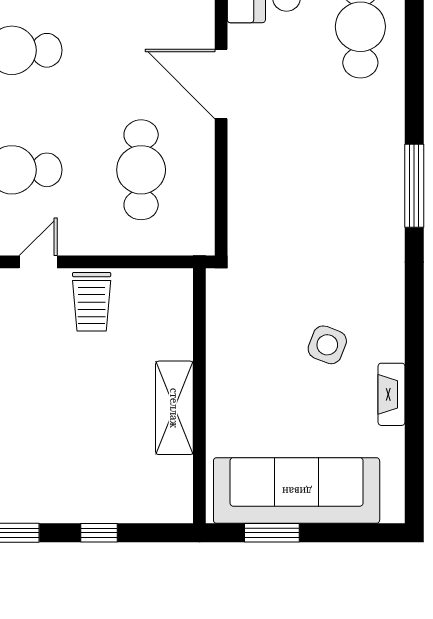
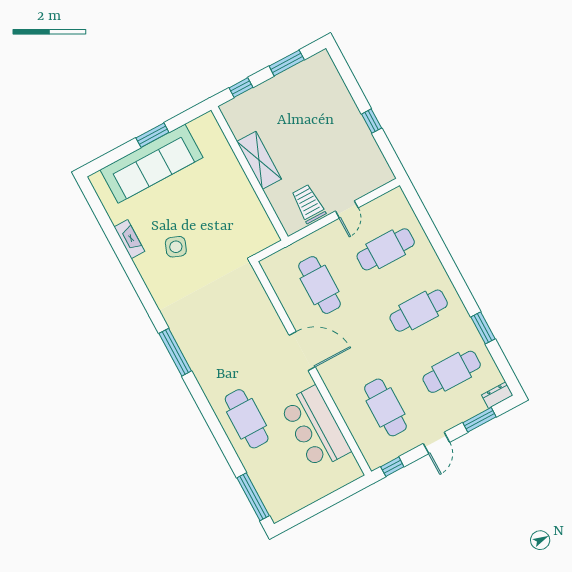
wall: (199, 396) -> (250, 173), moved
shelving: (174, 408) -> (259, 160), moved

